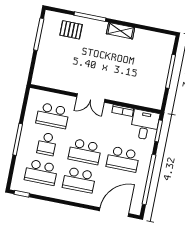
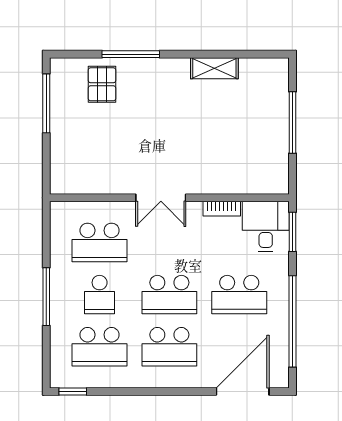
pallet: (71, 30) -> (102, 84), turned 90
shelving: (121, 31) -> (214, 68), moved

